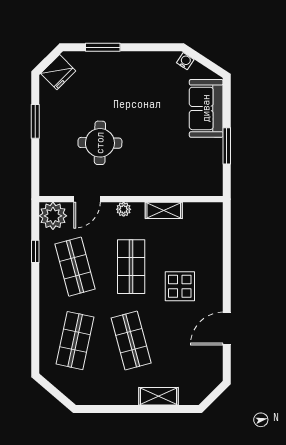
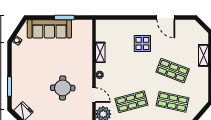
sofa: (206, 108) -> (49, 29), width x1.36
shop shelf: (131, 267) -> (131, 71), removed
shop shelf: (131, 341) -> (173, 71), turned 36

